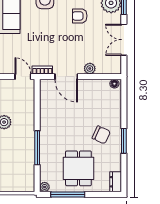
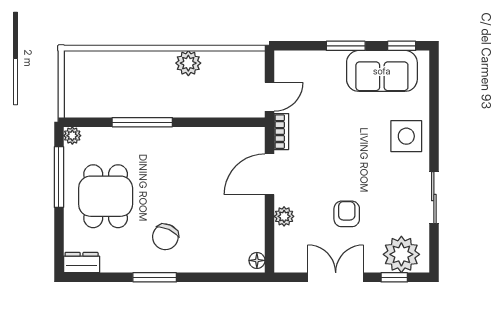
armchair: (80, 16) -> (347, 214), moved
dining table: (78, 168) -> (106, 196), turned 90

